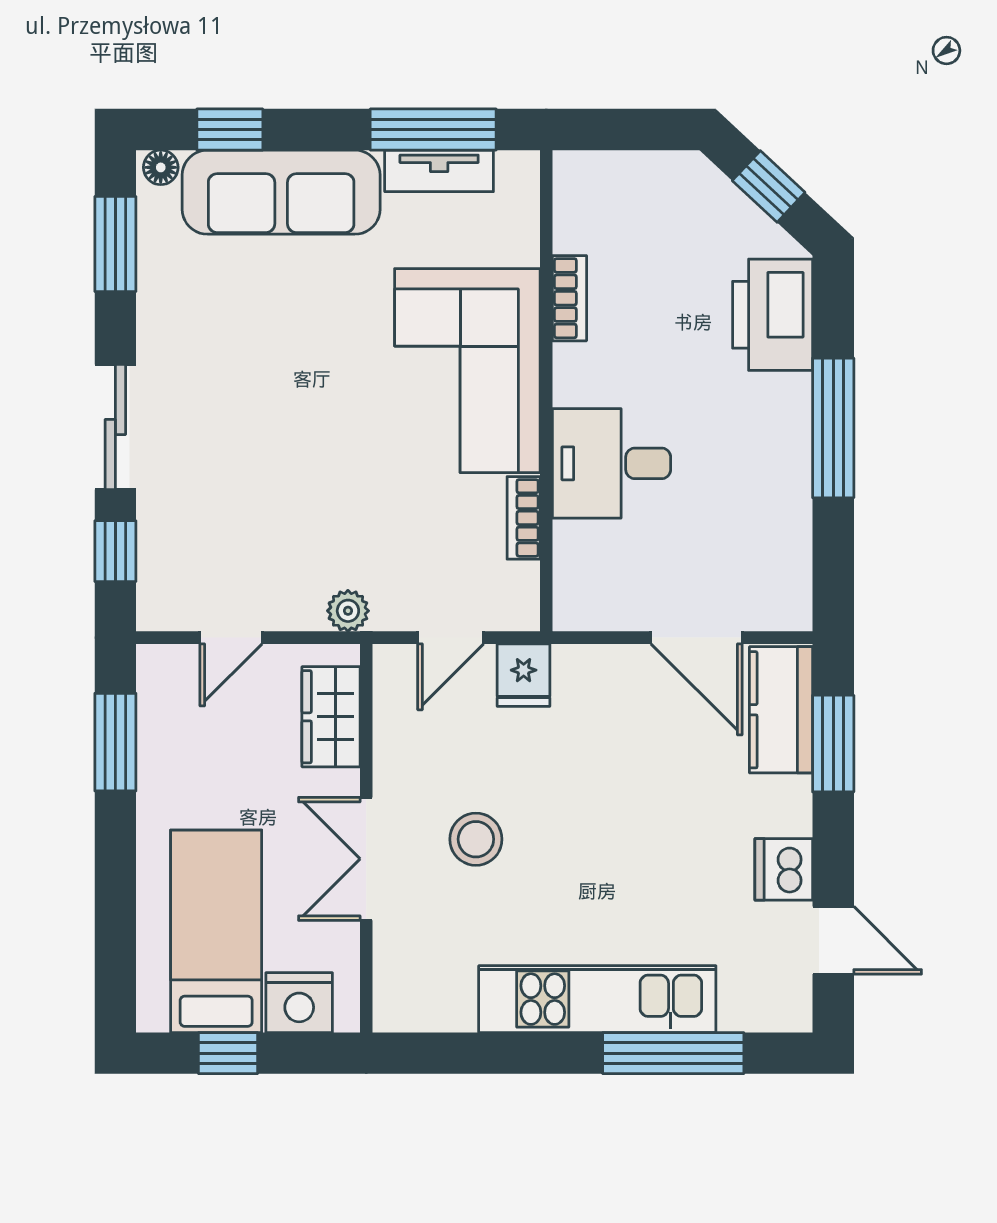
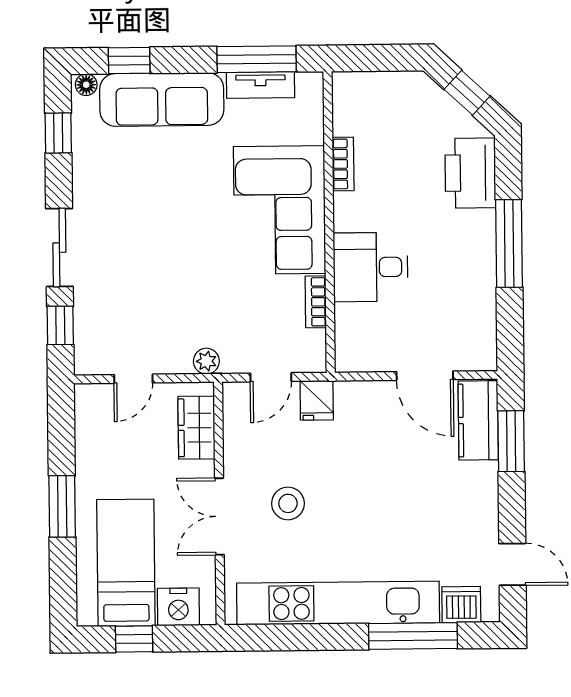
window: (115, 244) -> (58, 133), width x0.67
window: (115, 742) -> (62, 506), moved
dishwasher: (784, 869) -> (461, 605), moved, turned 90
kitchen unit: (597, 999) -> (338, 603), width x1.36

